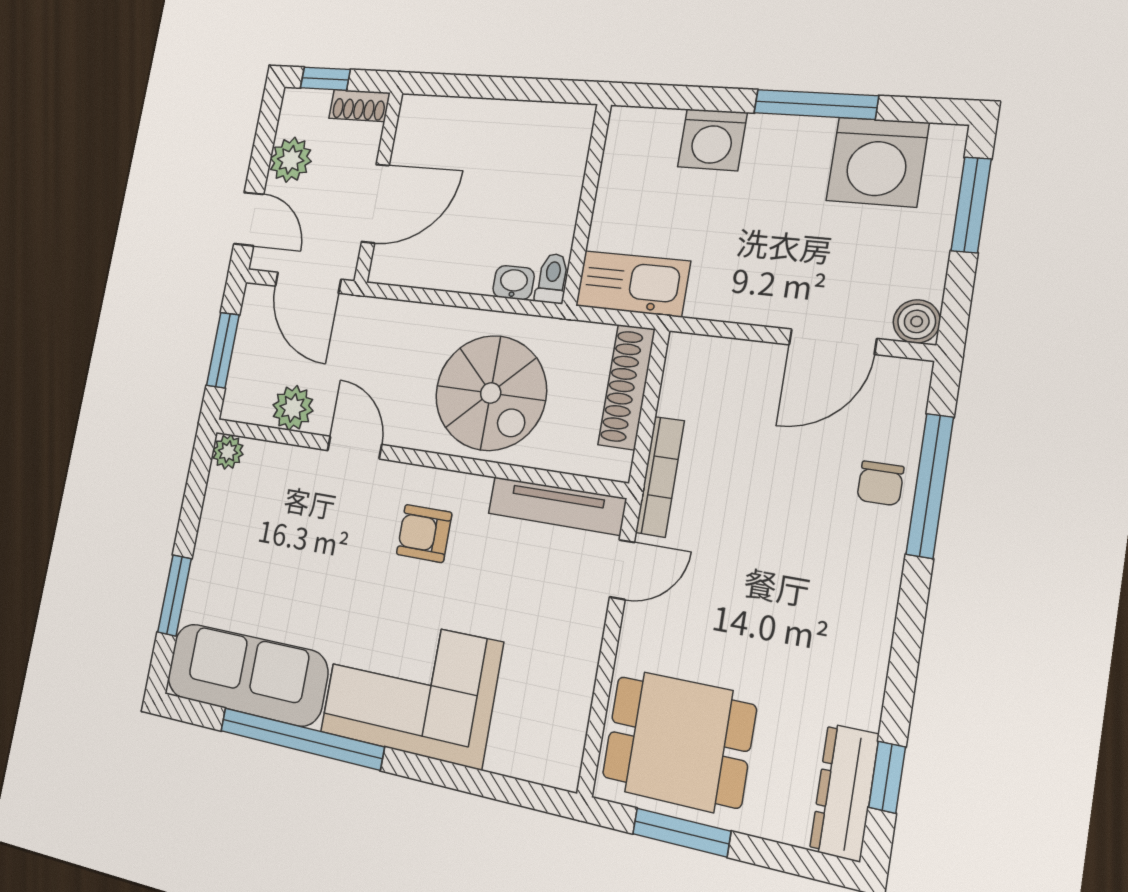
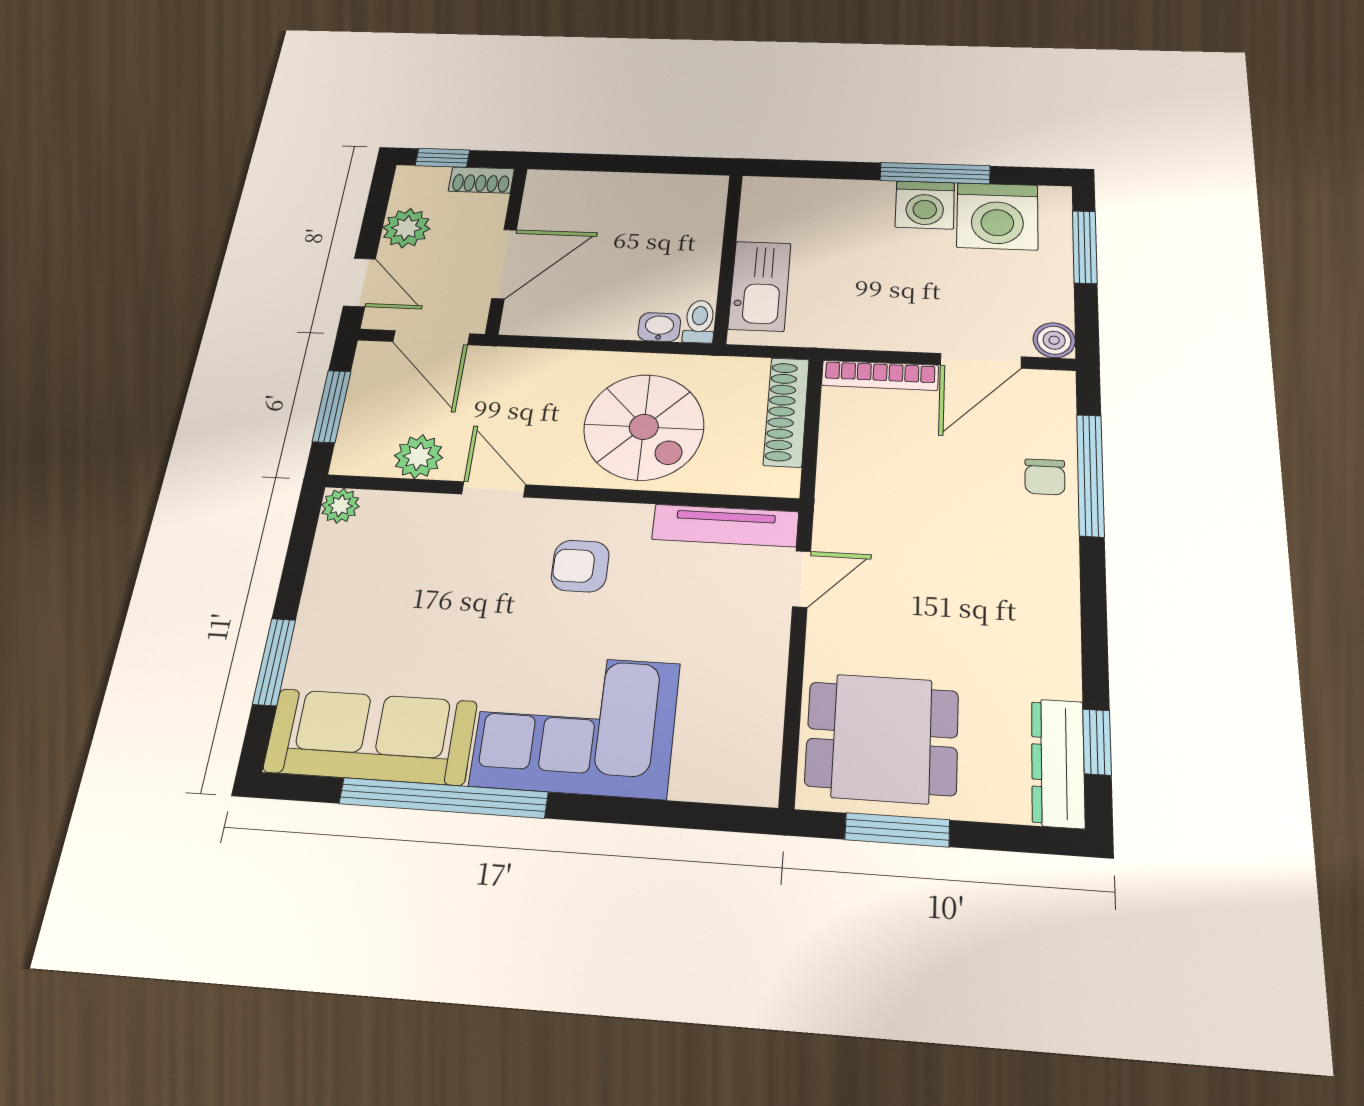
washing machine: (712, 140) -> (925, 205), moved
kitchen sink: (633, 284) -> (760, 286), moved, turned 90
bookcase: (660, 477) -> (880, 375), moved, turned 90

